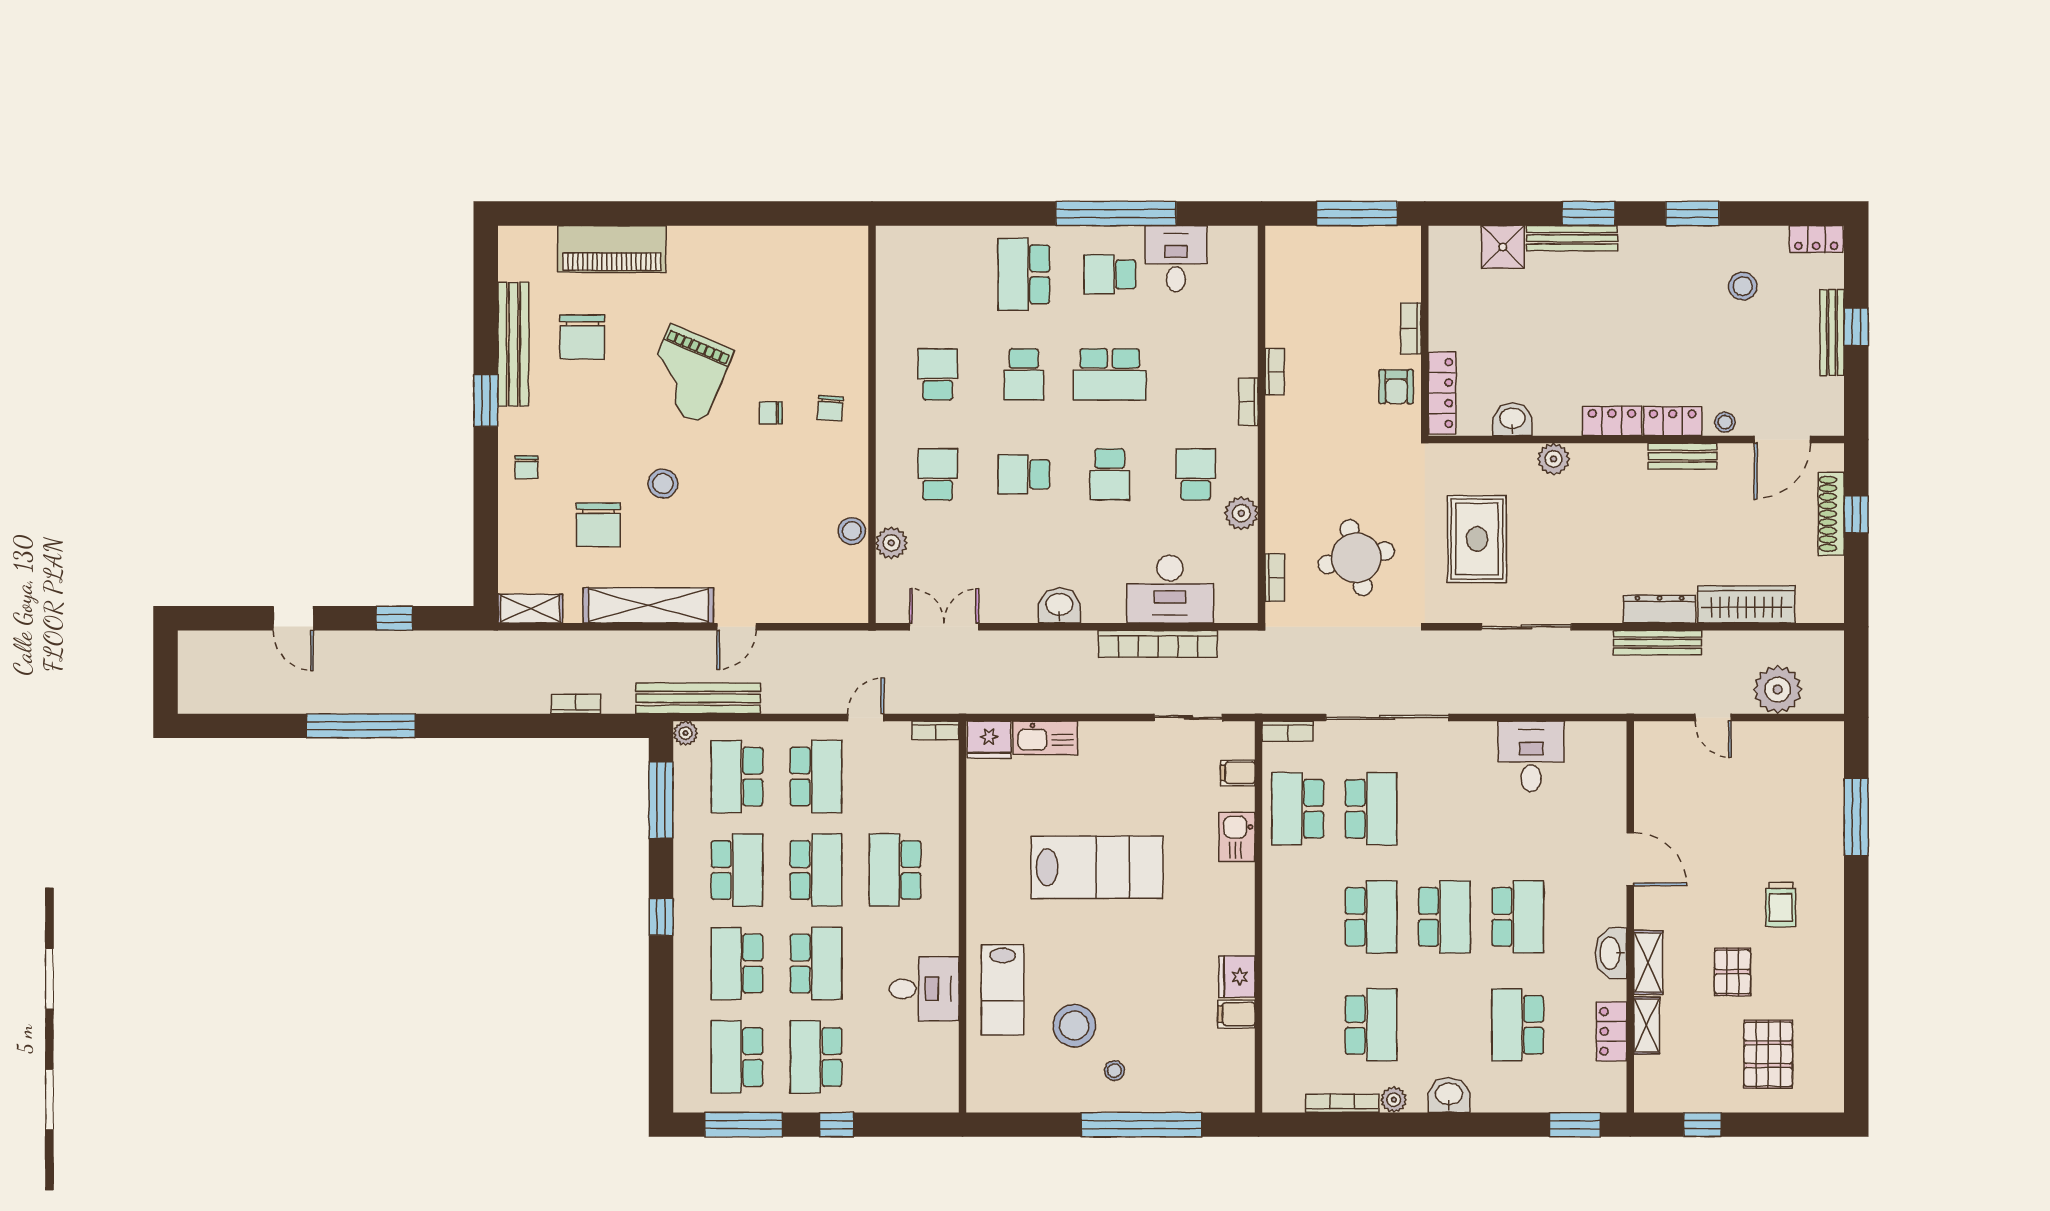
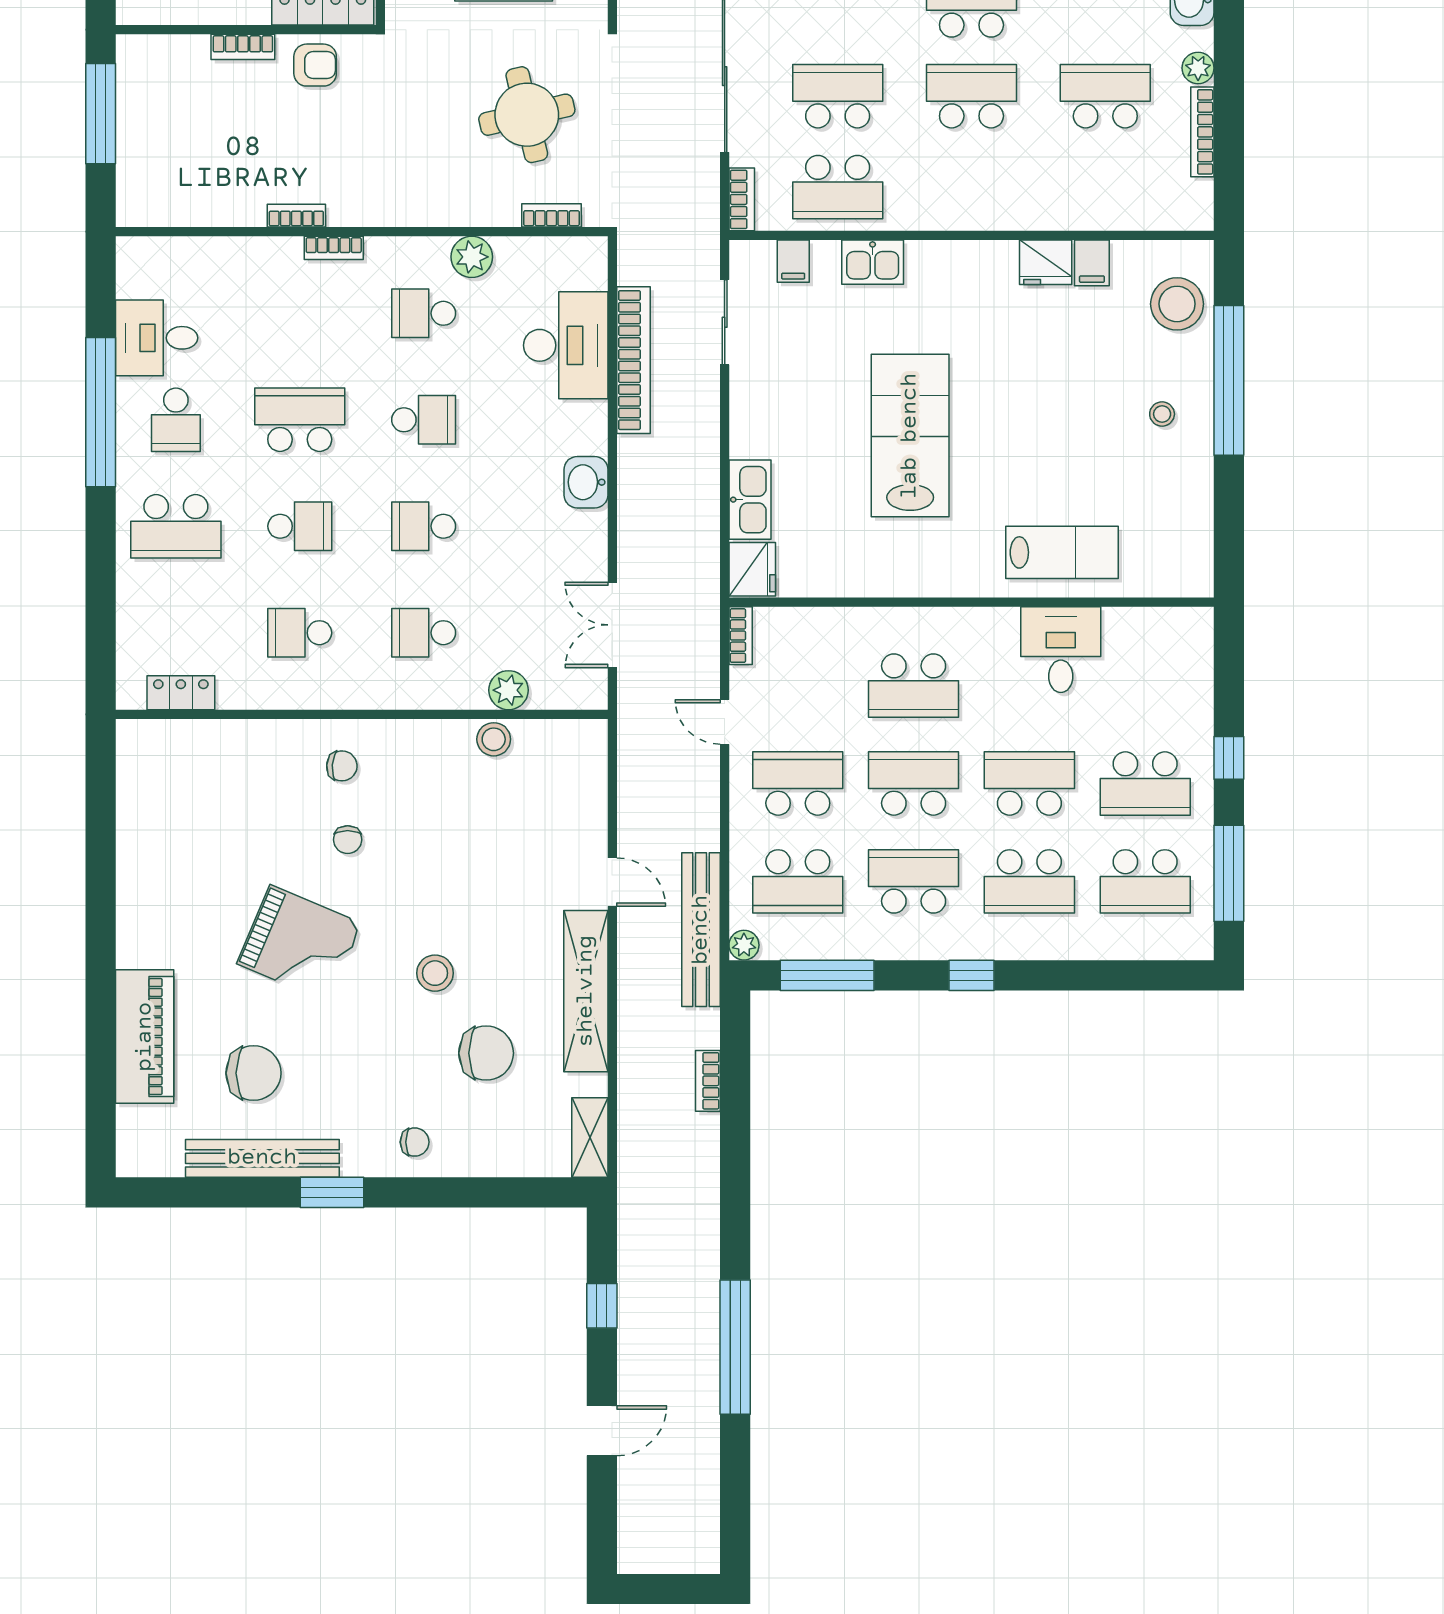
locker: (889, 278) -> (181, 693), added
school desk: (1110, 374) -> (300, 420), turned -90
school desk: (1024, 474) -> (424, 526), turned 90
stool: (1074, 1026) -> (1177, 304), moved

